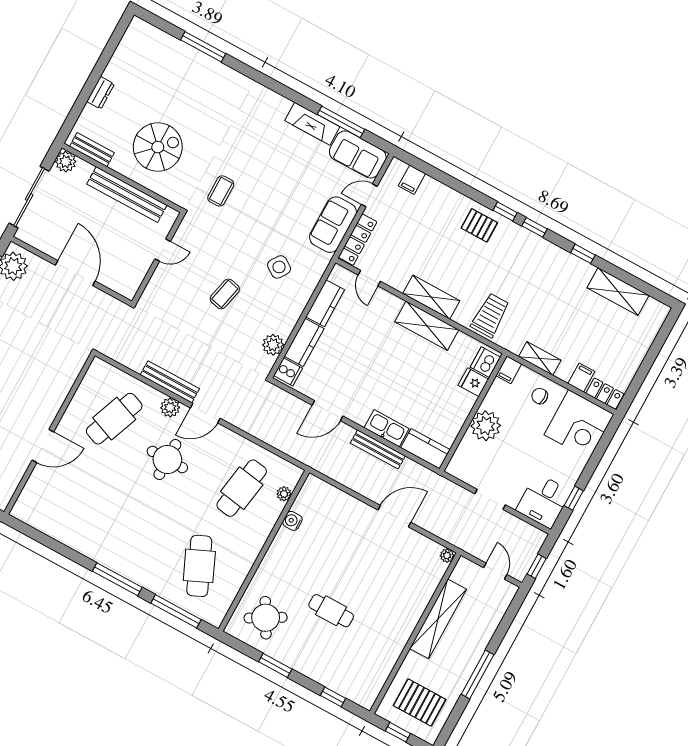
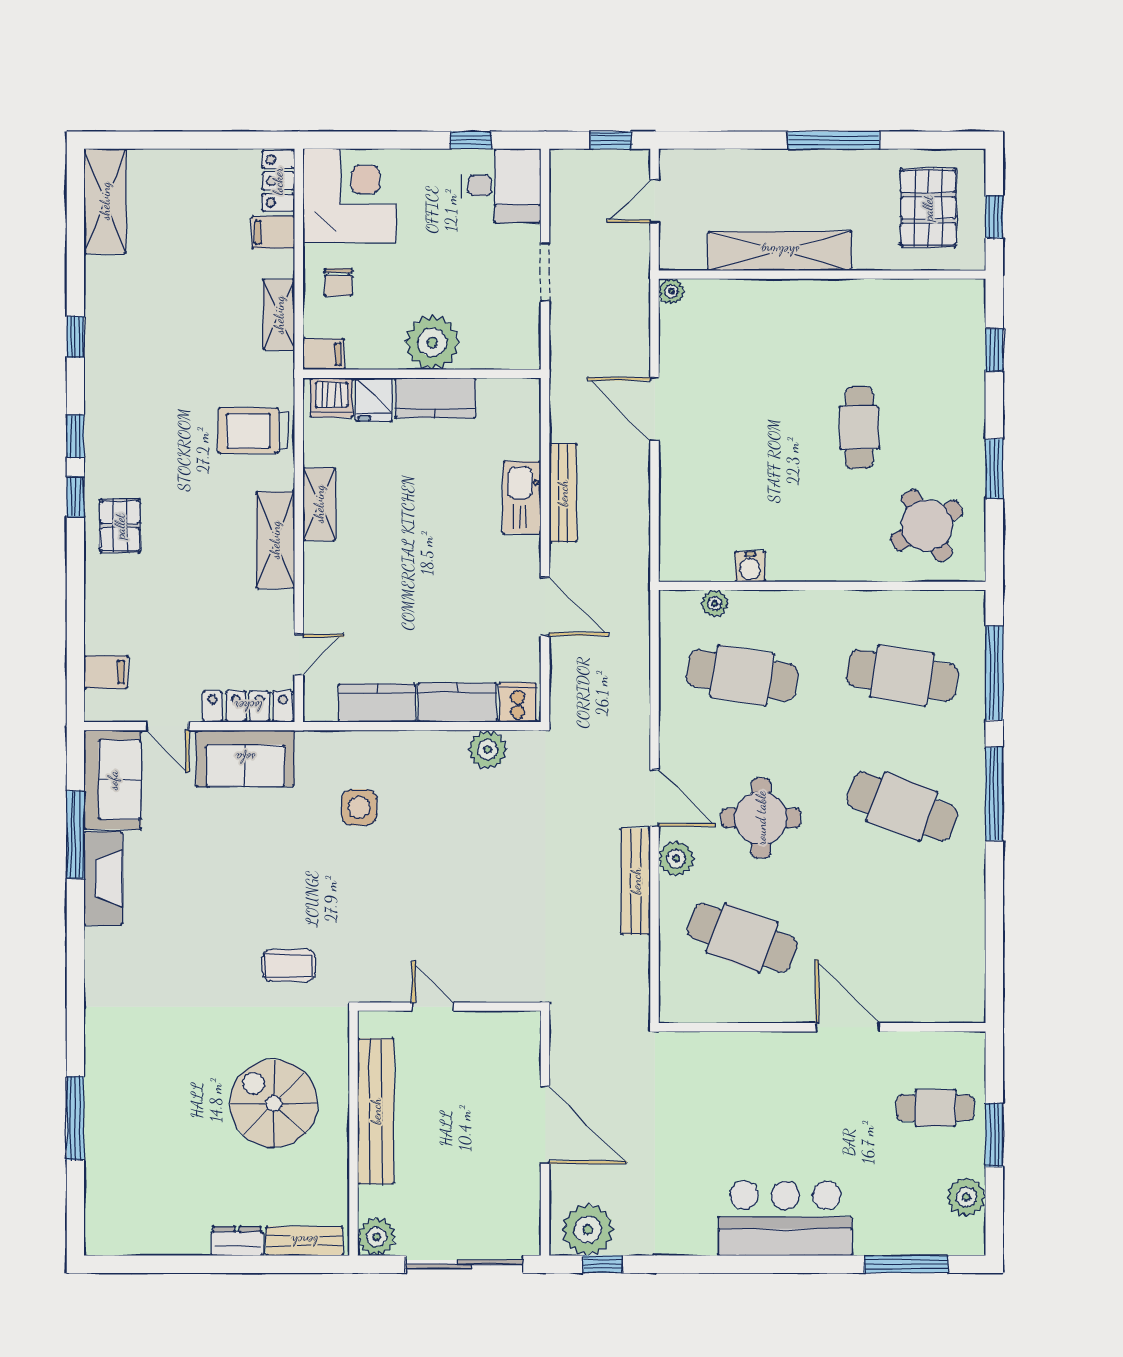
bench: (92, 150) -> (304, 1241), moved, turned 90
side table: (279, 267) -> (359, 807), turned -34
door: (75, 273) -> (545, 1125), swing flipped
shelving: (618, 292) -> (105, 201), moved
coffee table: (225, 294) -> (449, 870), removed
shelving: (427, 326) -> (319, 504), width x0.67, depth x0.75
kitchen counter: (425, 449) -> (435, 398), moved, turned -90
cafe table: (136, 531) -> (902, 807), added
cafe table: (199, 566) -> (902, 675), turned 33

